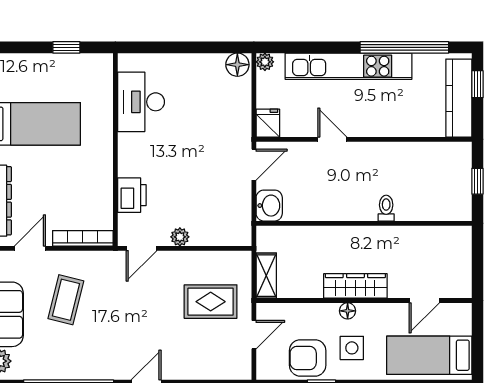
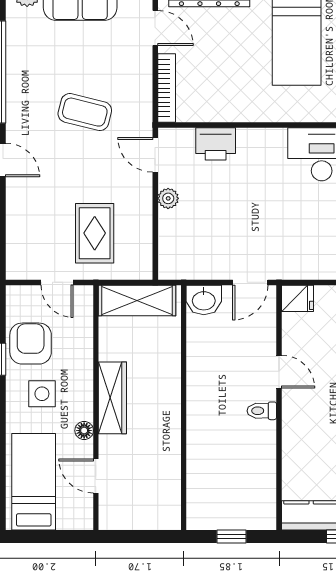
door: (332, 139) -> (279, 372), hinge flipped
door: (254, 165) -> (250, 282), hinge flipped
toilet: (386, 208) -> (262, 411), moved, turned 180
shelving: (266, 276) -> (137, 300), width x1.50, depth x1.33
coffee table: (66, 300) -> (85, 112), moved
floor lamp: (348, 311) -> (84, 431), moved

